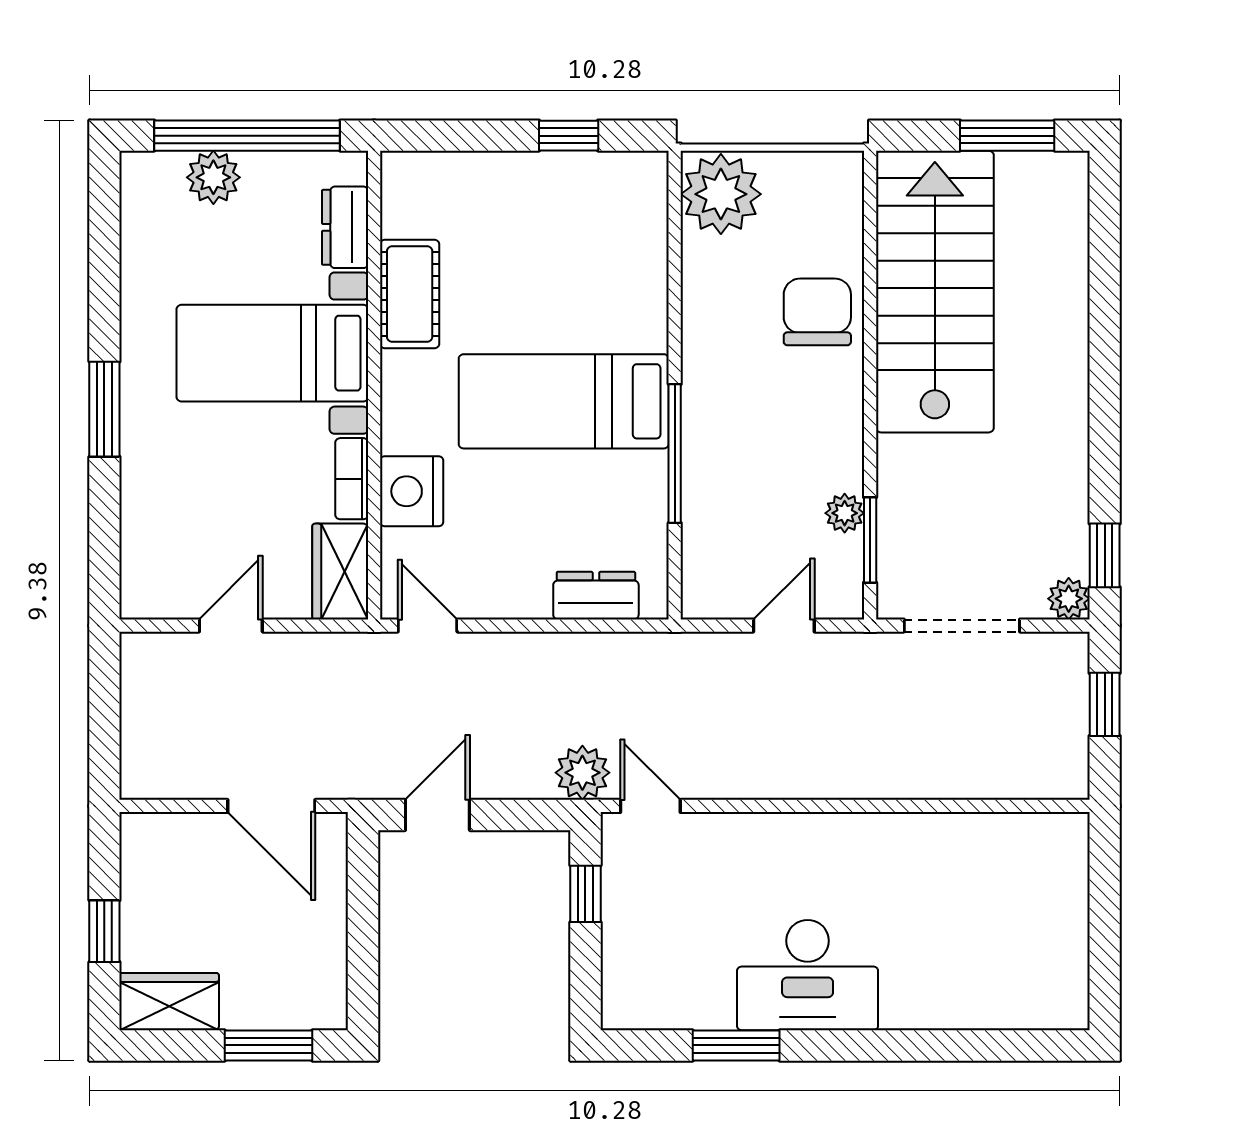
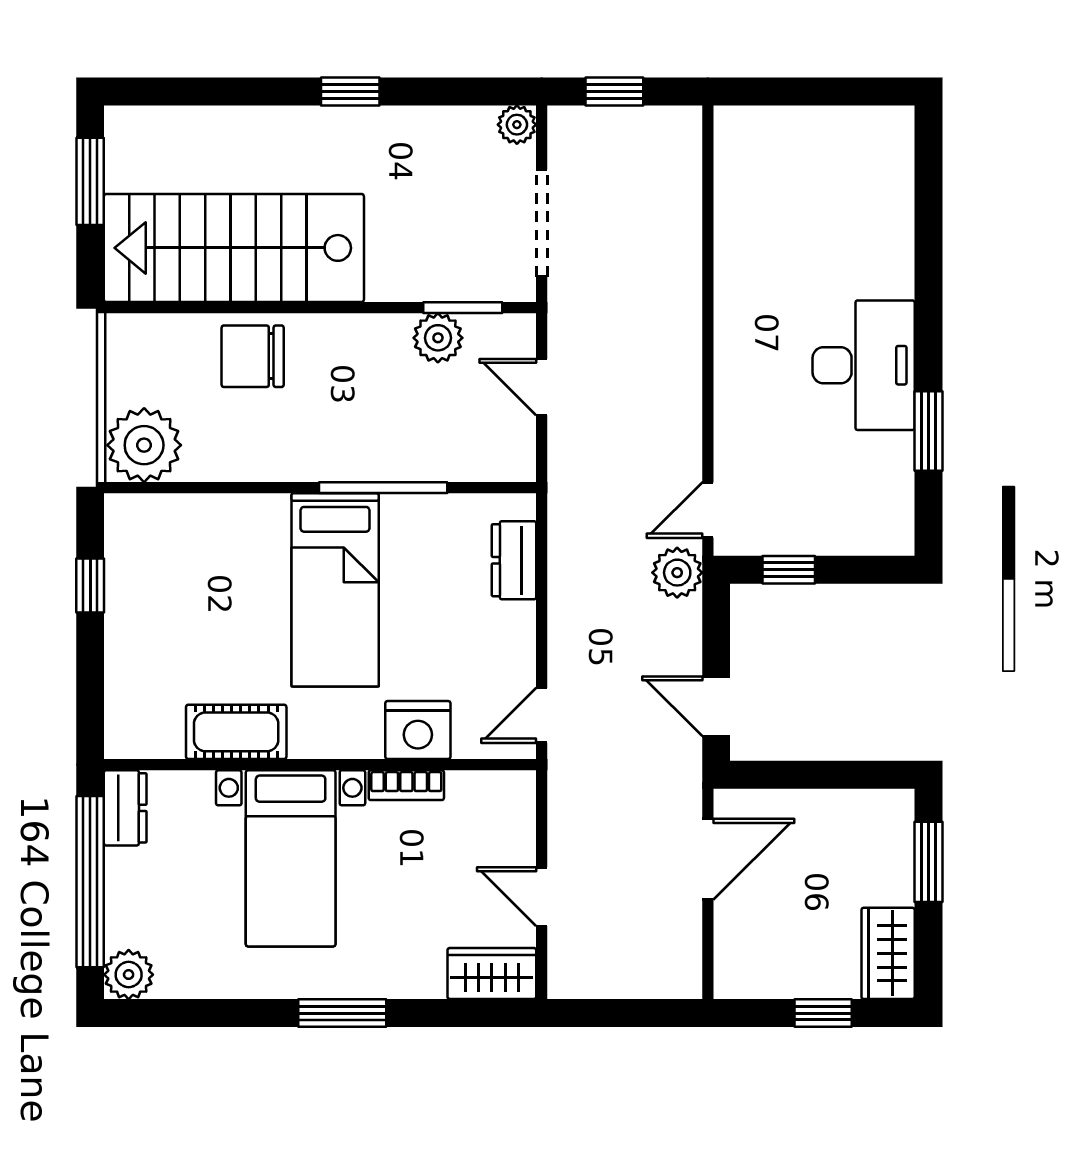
plant: (213, 177) -> (129, 975), moved
dresser: (345, 227) -> (125, 808), moved, turned -90
plant: (845, 513) -> (438, 338), width x1.38, depth x1.38
window: (1105, 555) -> (350, 92), moved
wardrobe: (340, 572) -> (492, 973), moved, turned 180

